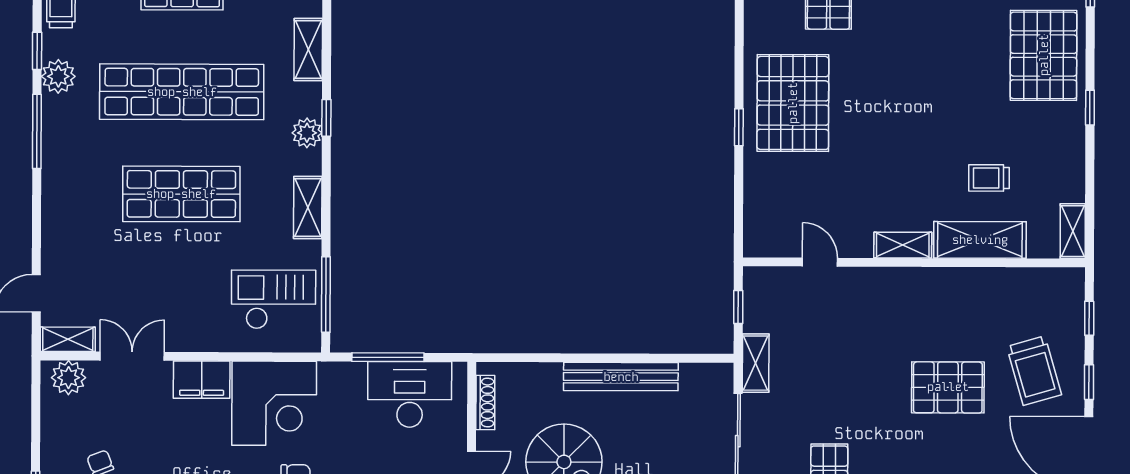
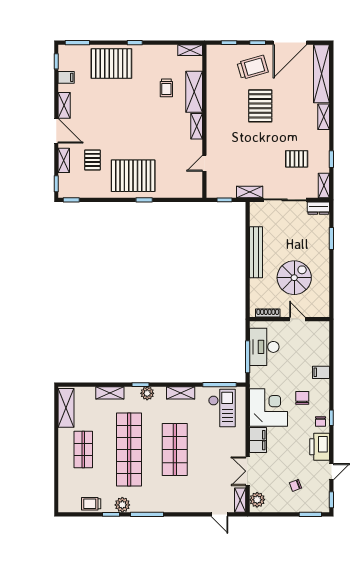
checkout: (274, 299) -> (222, 408), turned 180

